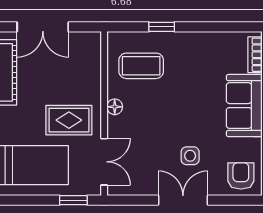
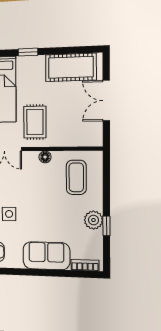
window: (162, 27) -> (106, 226), moved
plant: (196, 44) -> (93, 220), added

